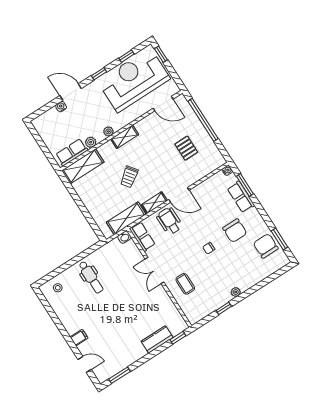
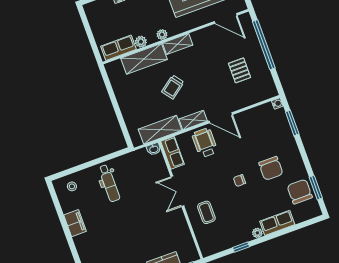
shelving: (83, 166) -> (144, 59), moved
row of seats: (241, 197) -> (277, 223), moved, turned 90
filing cabinet: (79, 337) -> (75, 223), moved, width x2.00

